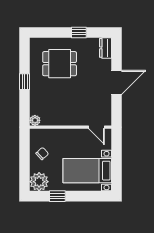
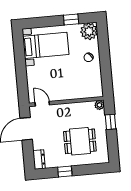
plant: (35, 120) -> (99, 105), moved
wall: (71, 127) -> (66, 102), moved
door: (97, 127) -> (42, 104), moved

